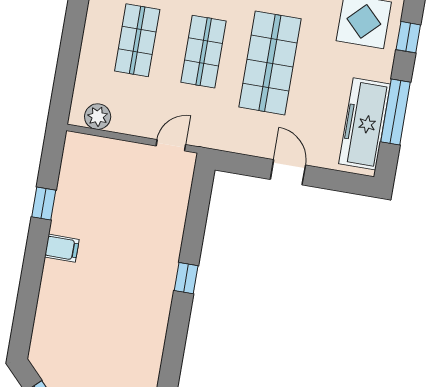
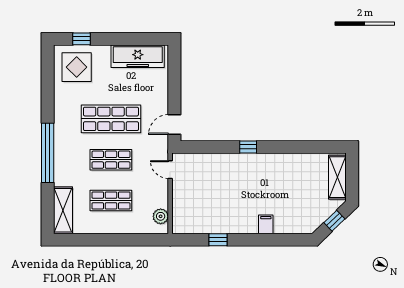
window: (396, 112) -> (127, 39), removed
door: (288, 172) -> (174, 125), moved
filing cabinet: (62, 248) -> (266, 224), moved

